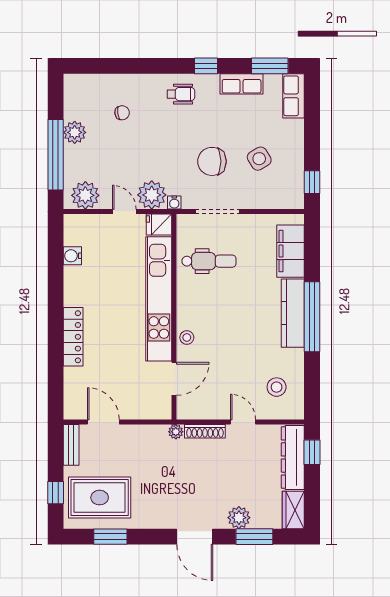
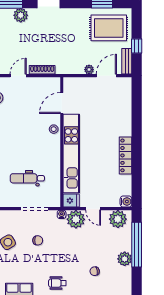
chair: (212, 161) -> (38, 240), width x0.54, depth x0.54
water cooler: (72, 256) -> (126, 202), moved
dental chair: (209, 261) -> (27, 178), moved
locker: (73, 337) -> (126, 155), moved
door: (103, 422) -> (106, 76), swing flipped
door: (243, 422) -> (18, 76), swing flipped
plant: (176, 432) -> (89, 70), moved
window: (56, 493) -> (137, 46), moved

